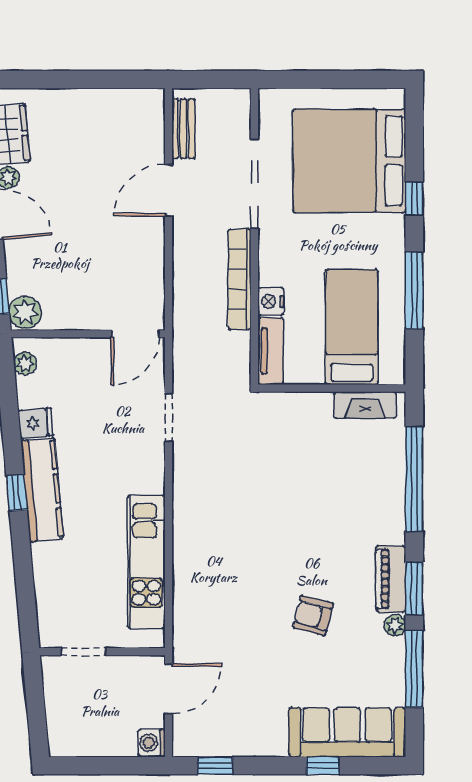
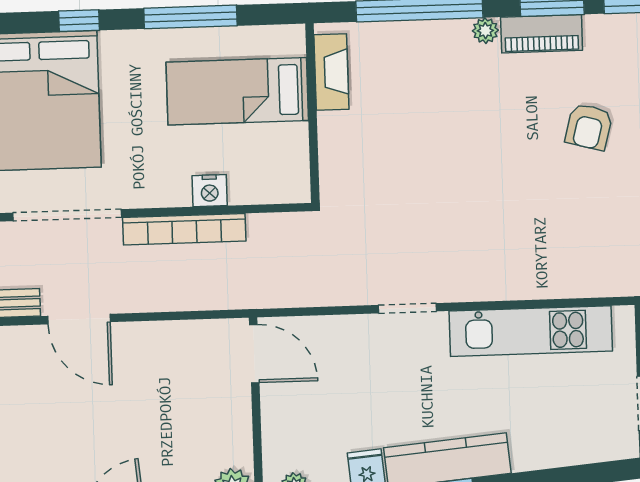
tv unit: (271, 351) -> (270, 189), removed
doorway: (168, 417) -> (407, 308), moved
plant: (395, 625) -> (485, 31), moved

